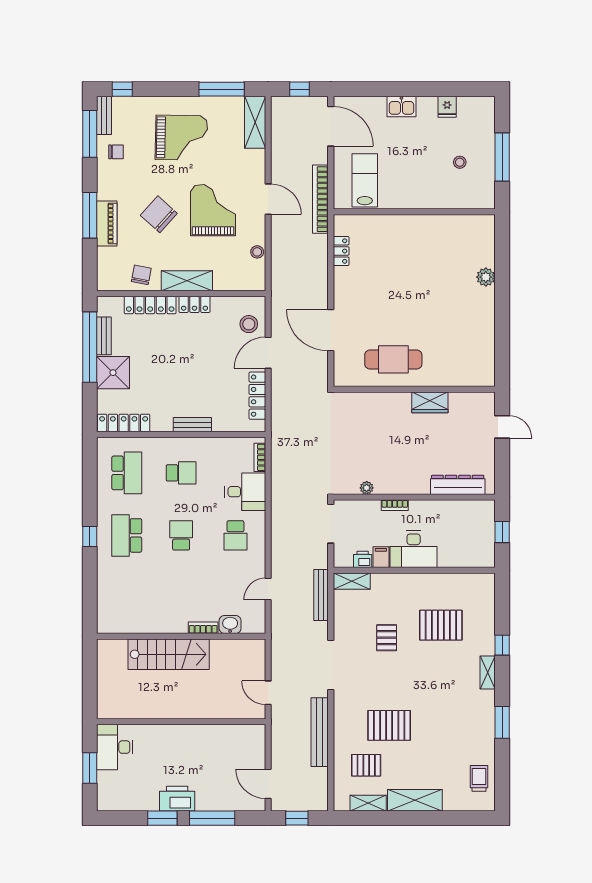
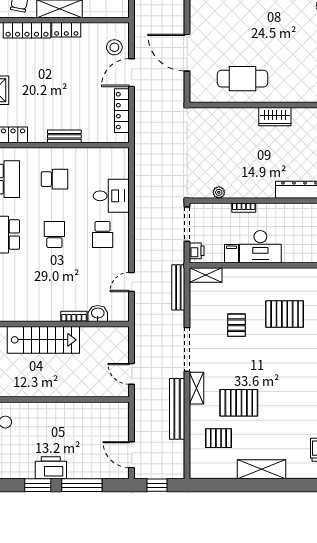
bookcase: (260, 457) -> (124, 165), removed
printer: (363, 559) -> (197, 251), moved, turned 90
shelving: (368, 803) -> (197, 388), moved, turned 90

